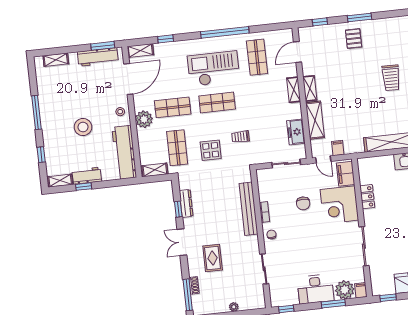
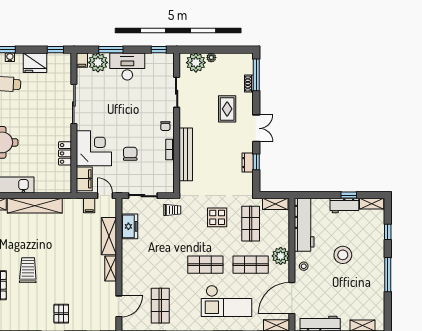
checkout: (214, 69) -> (226, 301), moved
shelving: (294, 90) -> (127, 269), removed
trolley: (241, 137) -> (172, 210), moved
dresser: (186, 203) -> (248, 163), width x0.70
plant: (248, 300) -> (196, 63), added

